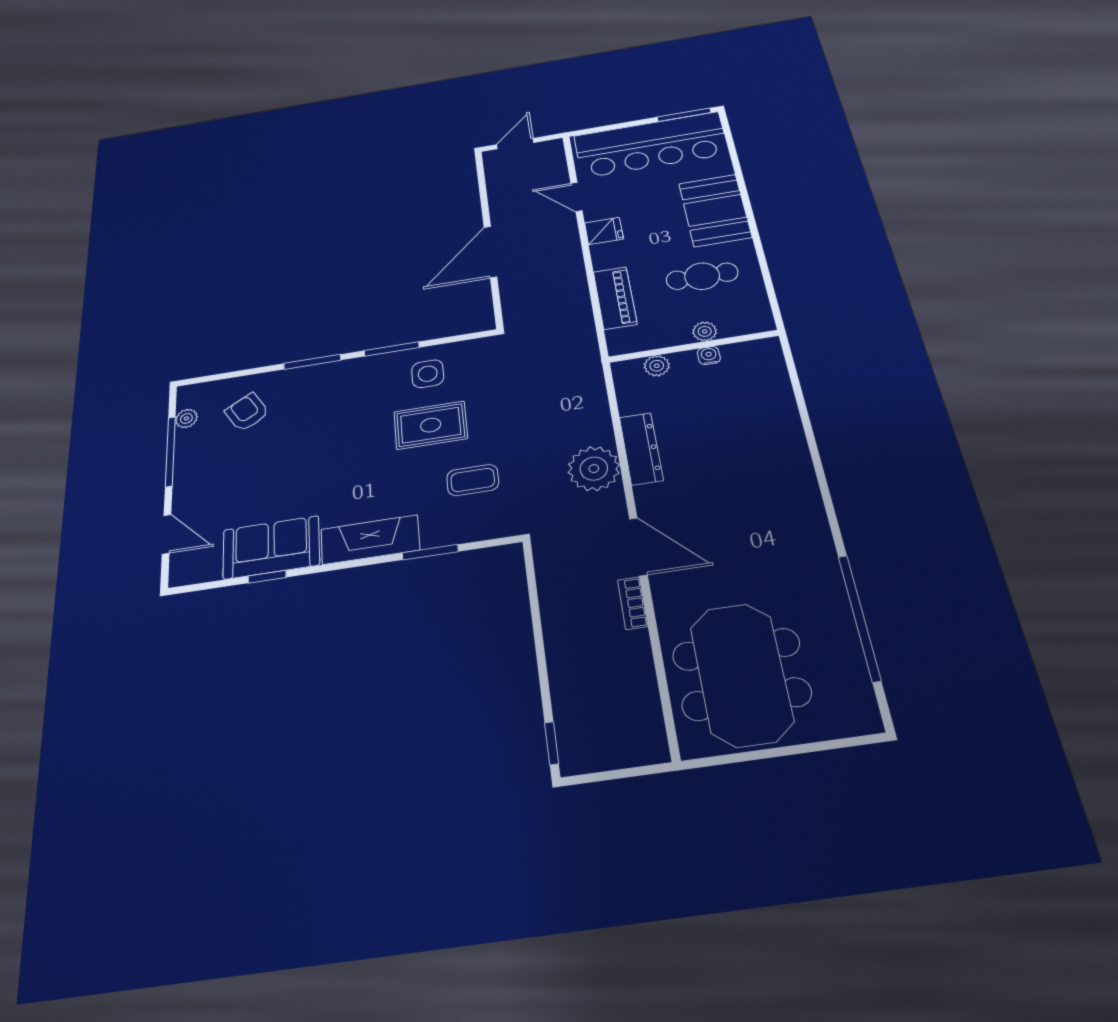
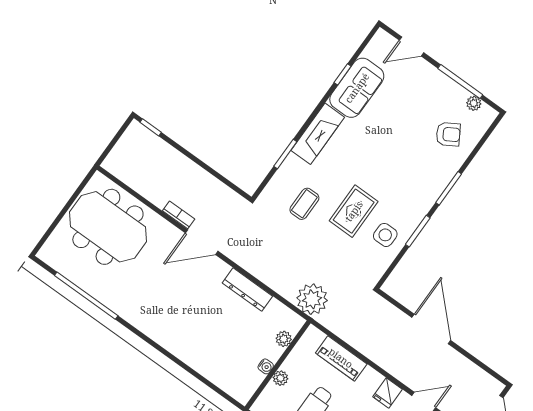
plant: (594, 469) -> (312, 299), moved

